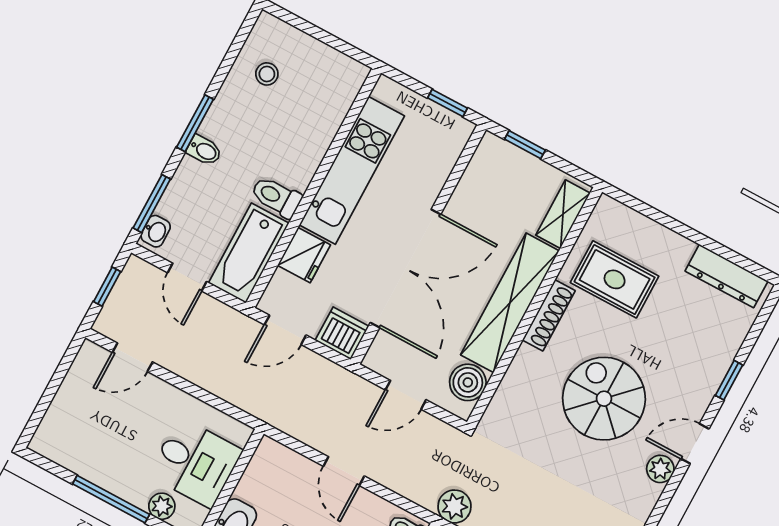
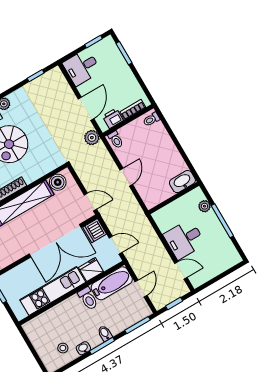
washbasin: (156, 231) -> (83, 348), moved
double door: (405, 269) -> (55, 241), swing flipped
door: (406, 395) -> (90, 202), moved
desk: (195, 463) -> (184, 239), moved, turned -90

